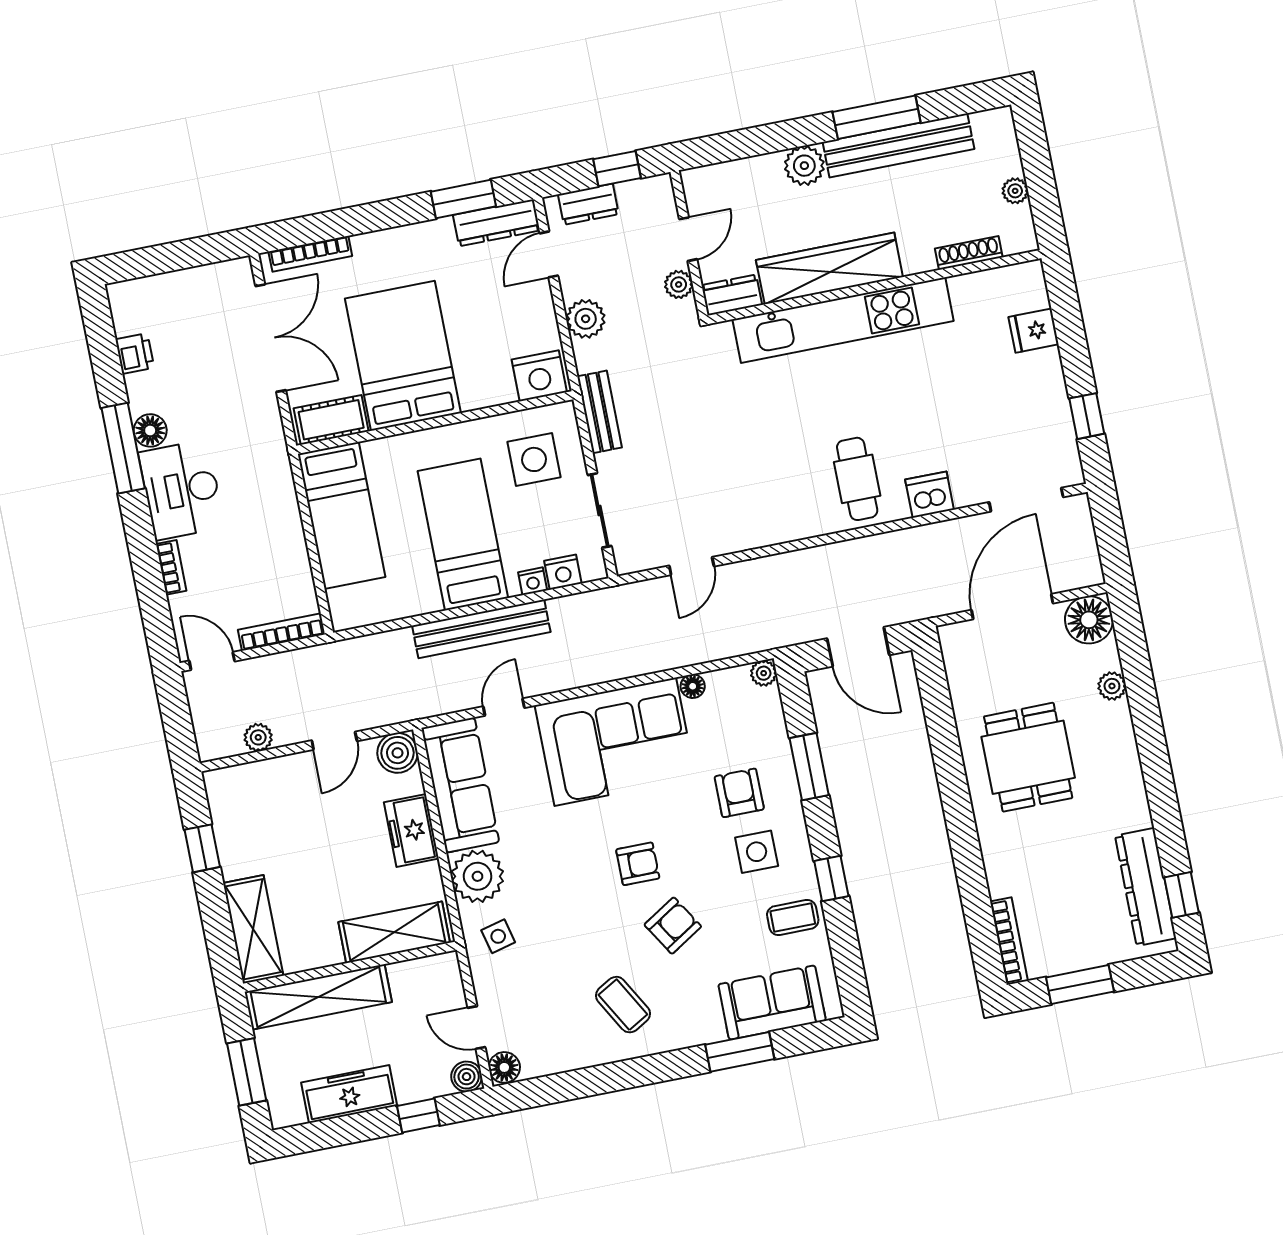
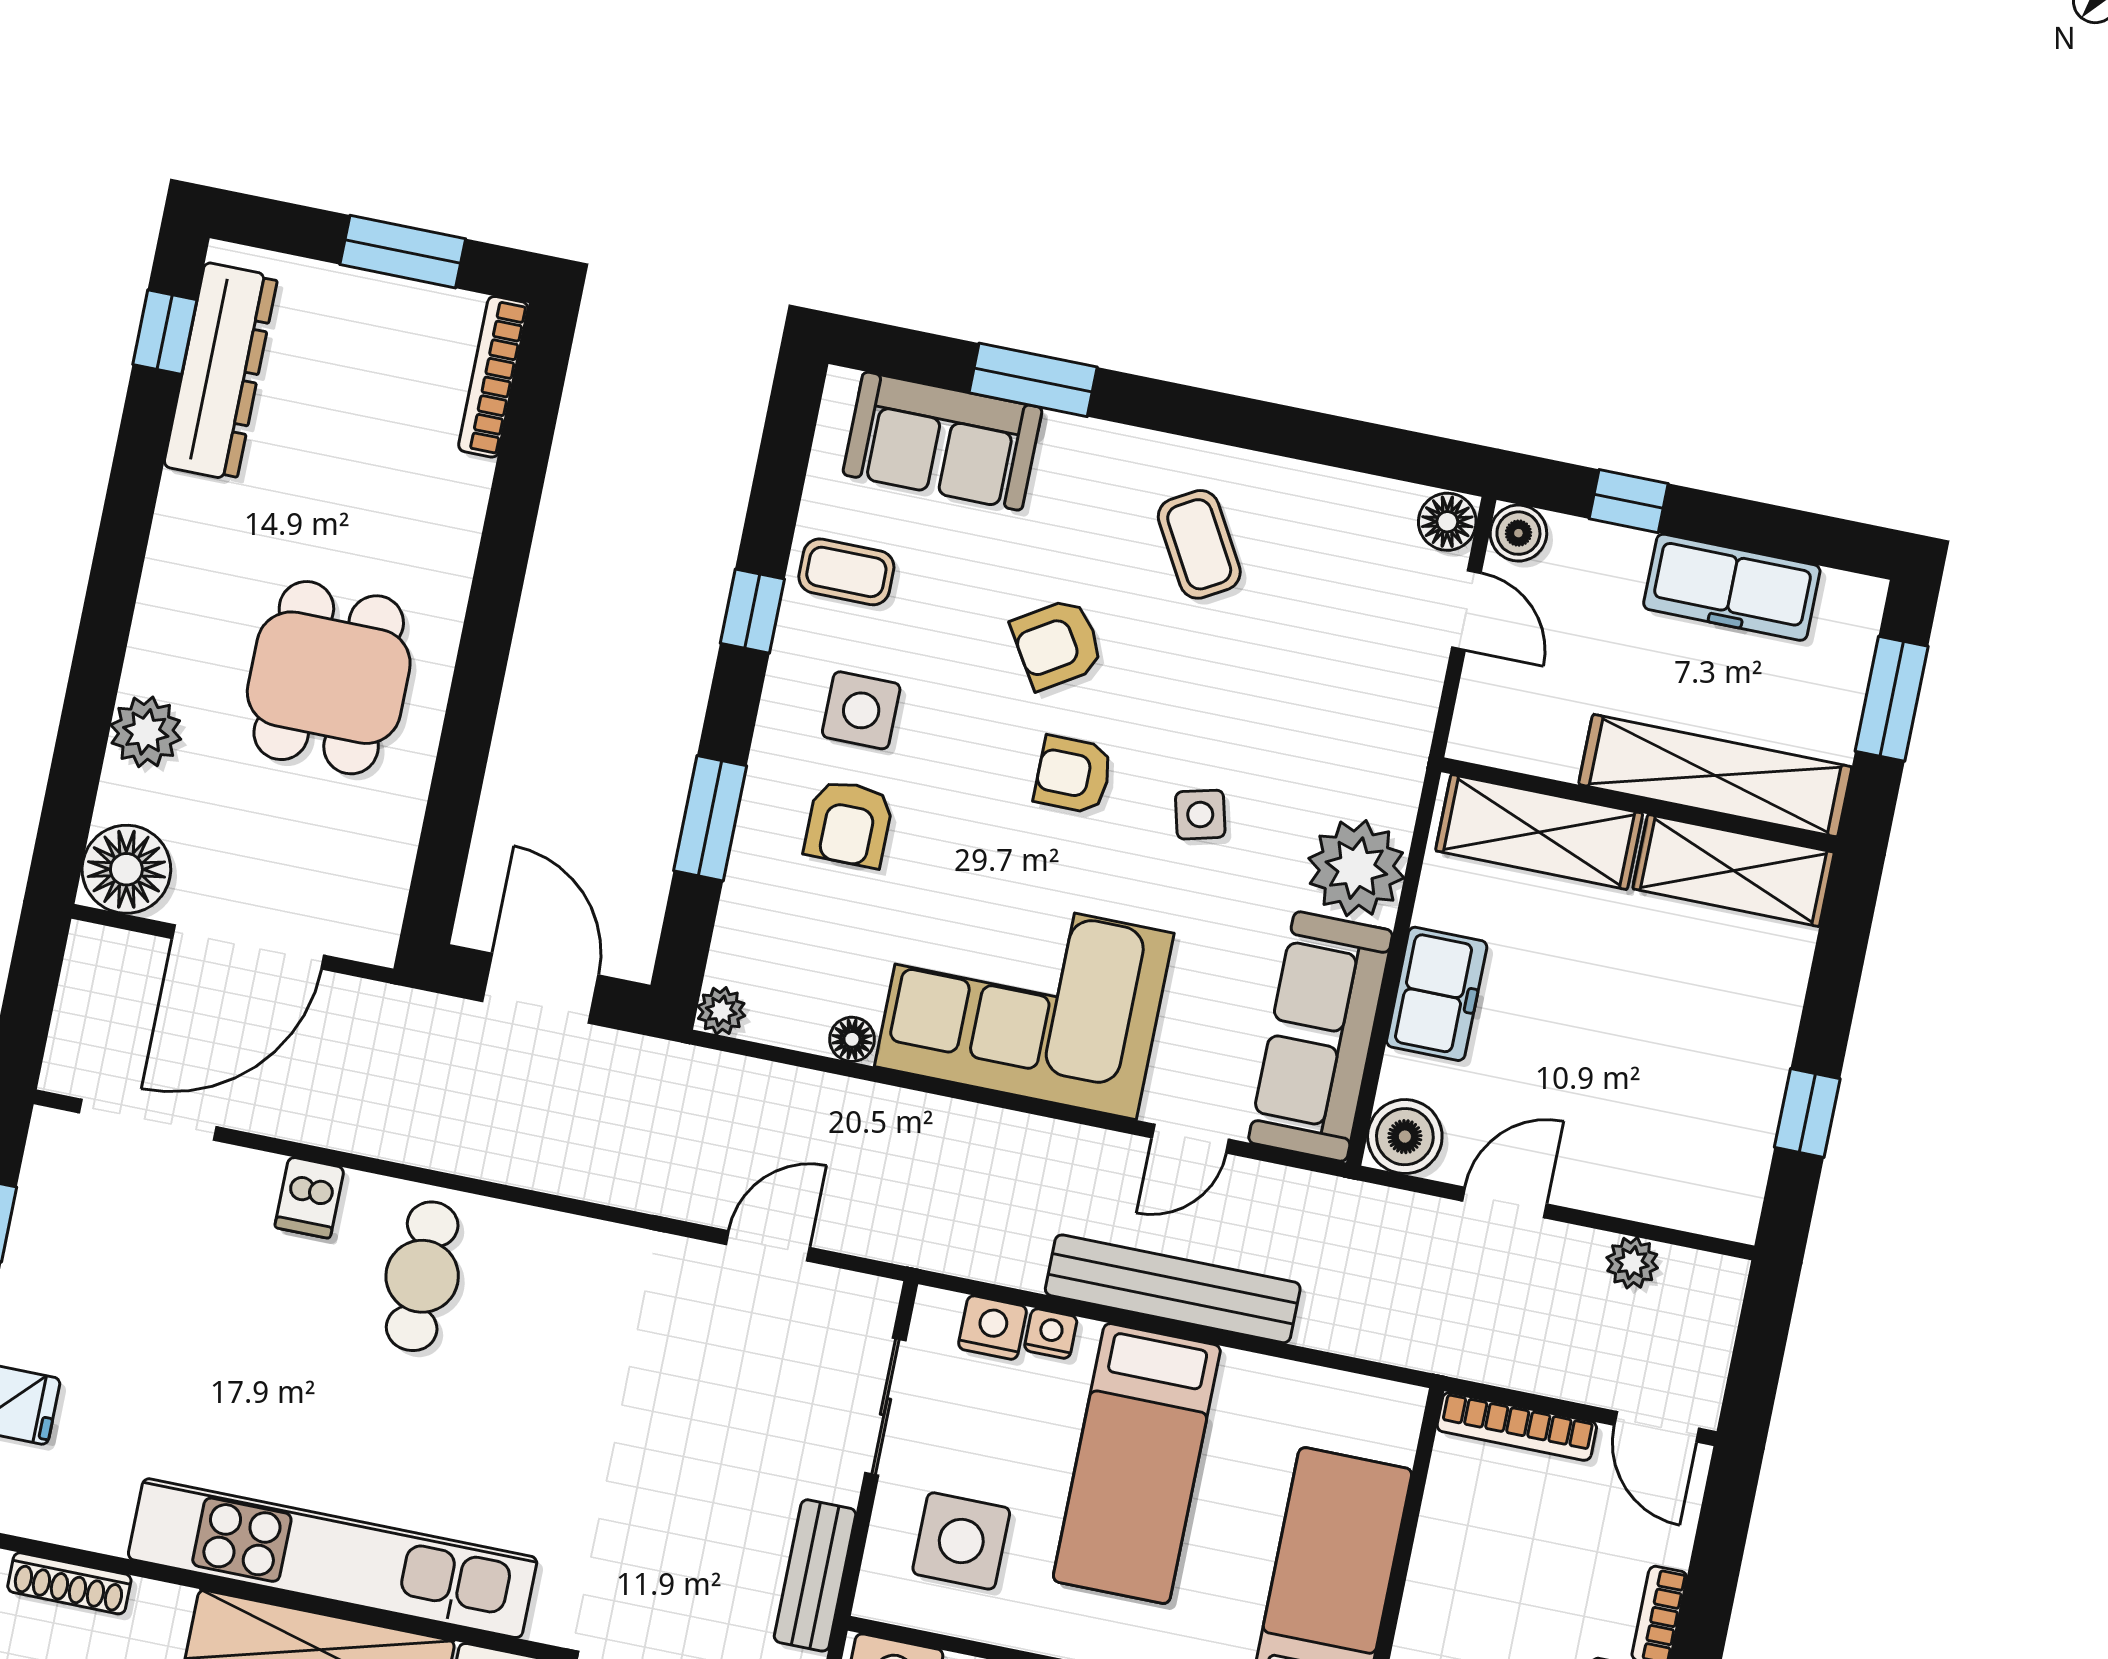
dishwasher: (930, 495) -> (309, 1198), width x0.73
plant: (1112, 686) -> (146, 732), width x1.38, depth x1.38
shelving: (253, 929) -> (1734, 871), moved, turned 90
side table: (498, 936) -> (1200, 815), moved

